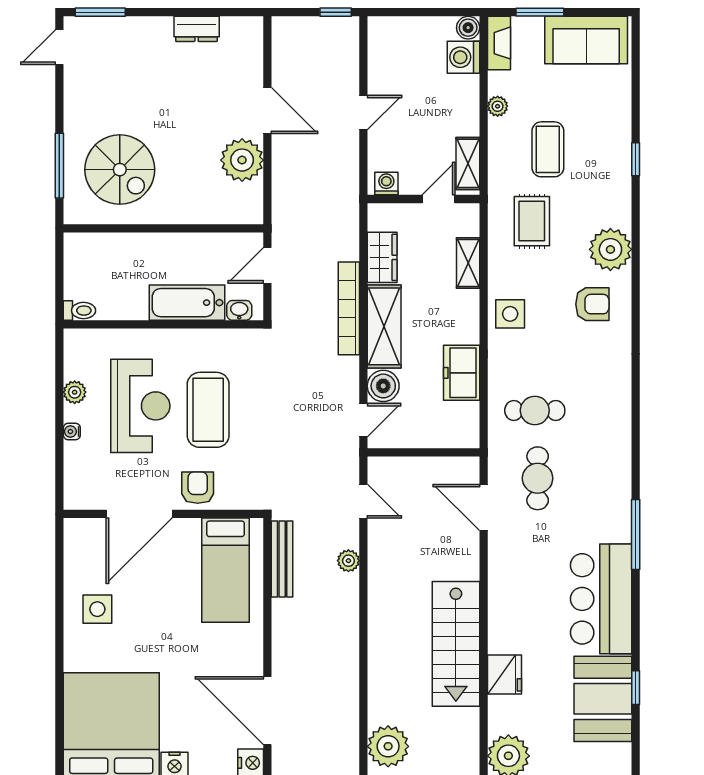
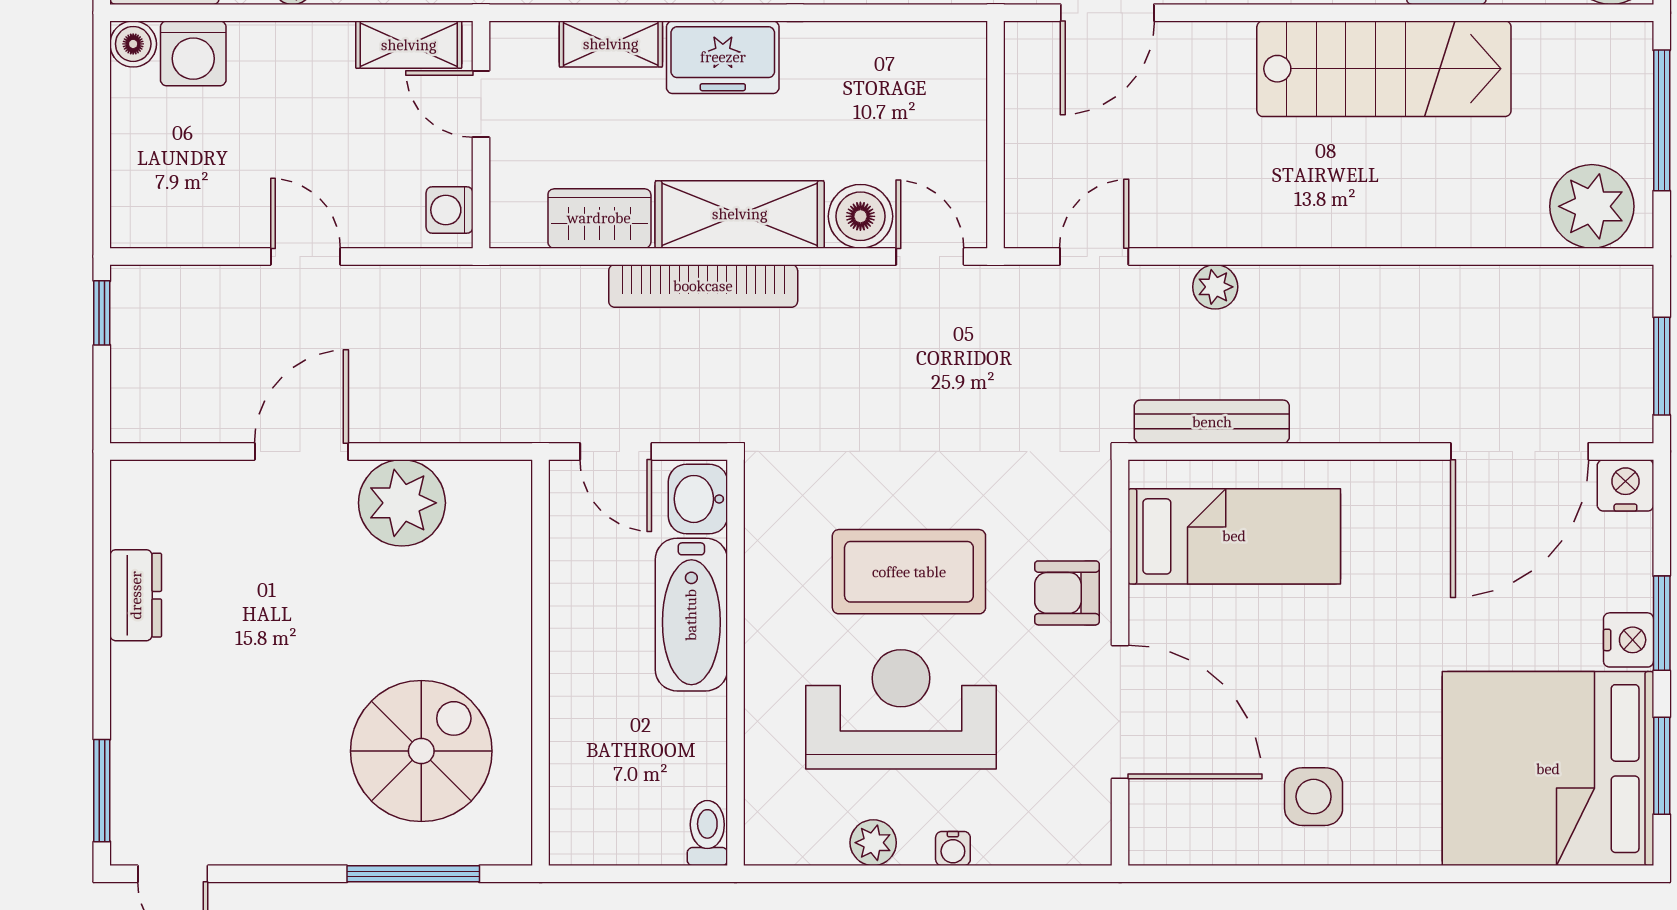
washbasin: (239, 310) -> (698, 499), width x1.38, depth x1.45
freezer: (462, 373) -> (723, 57), moved

